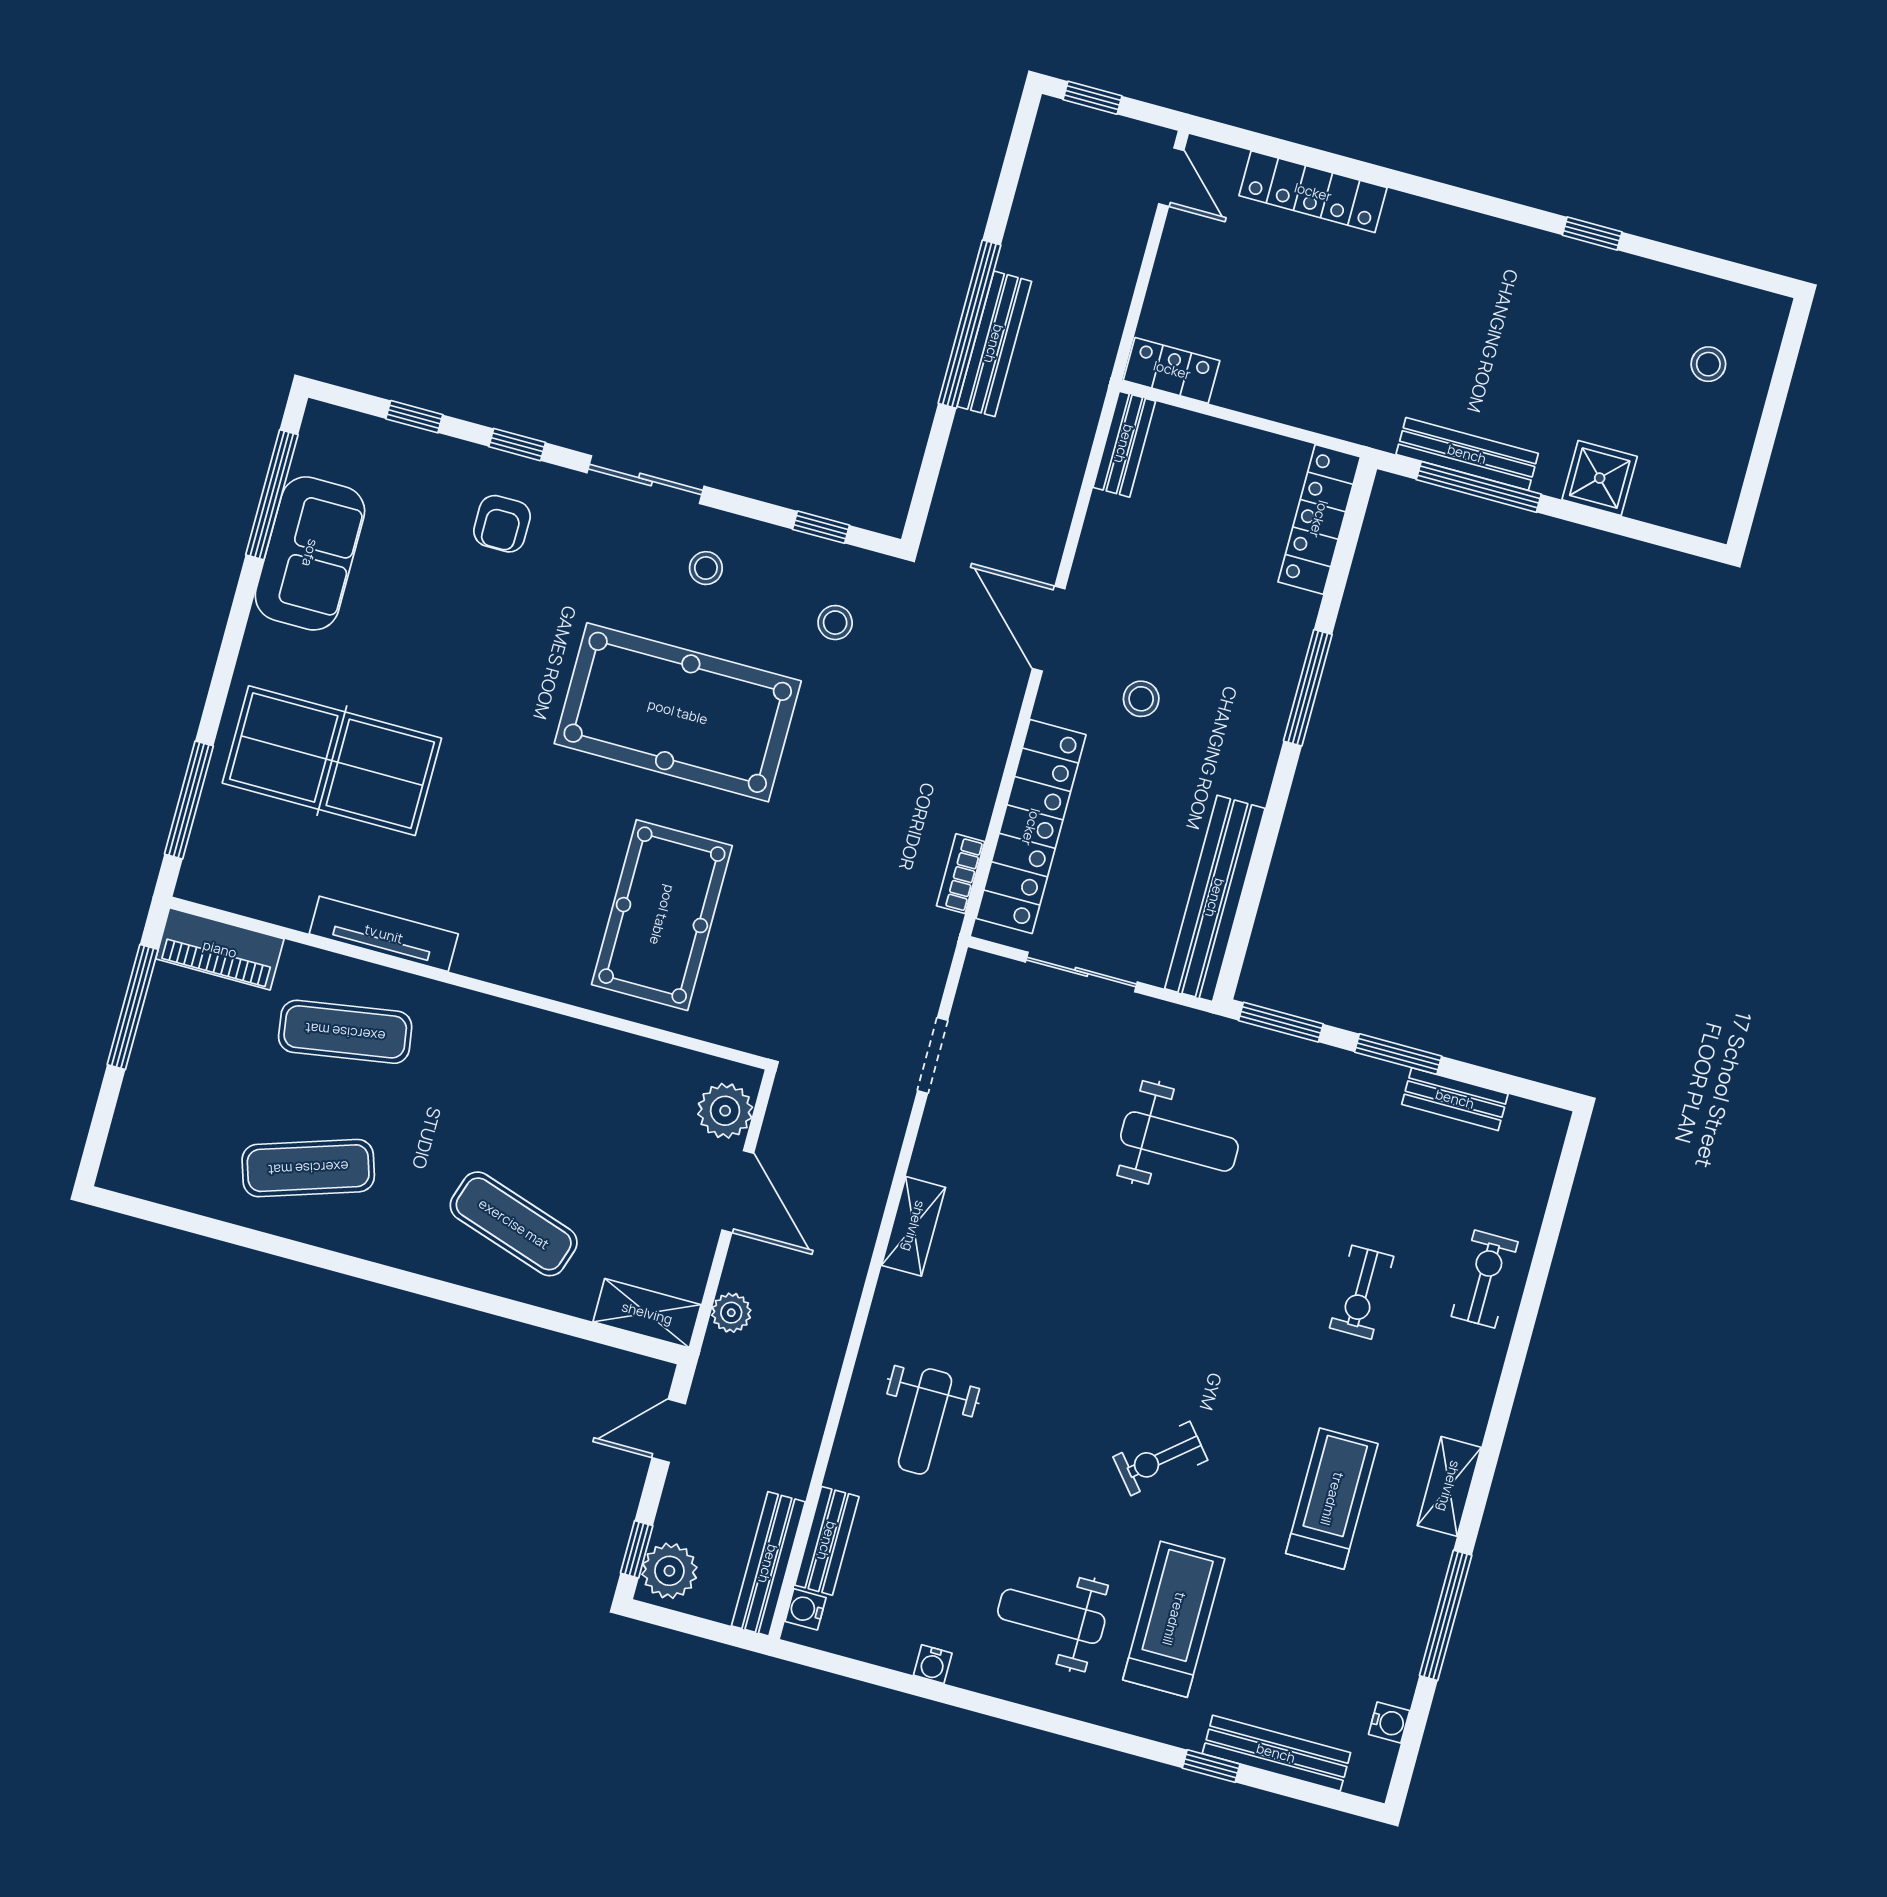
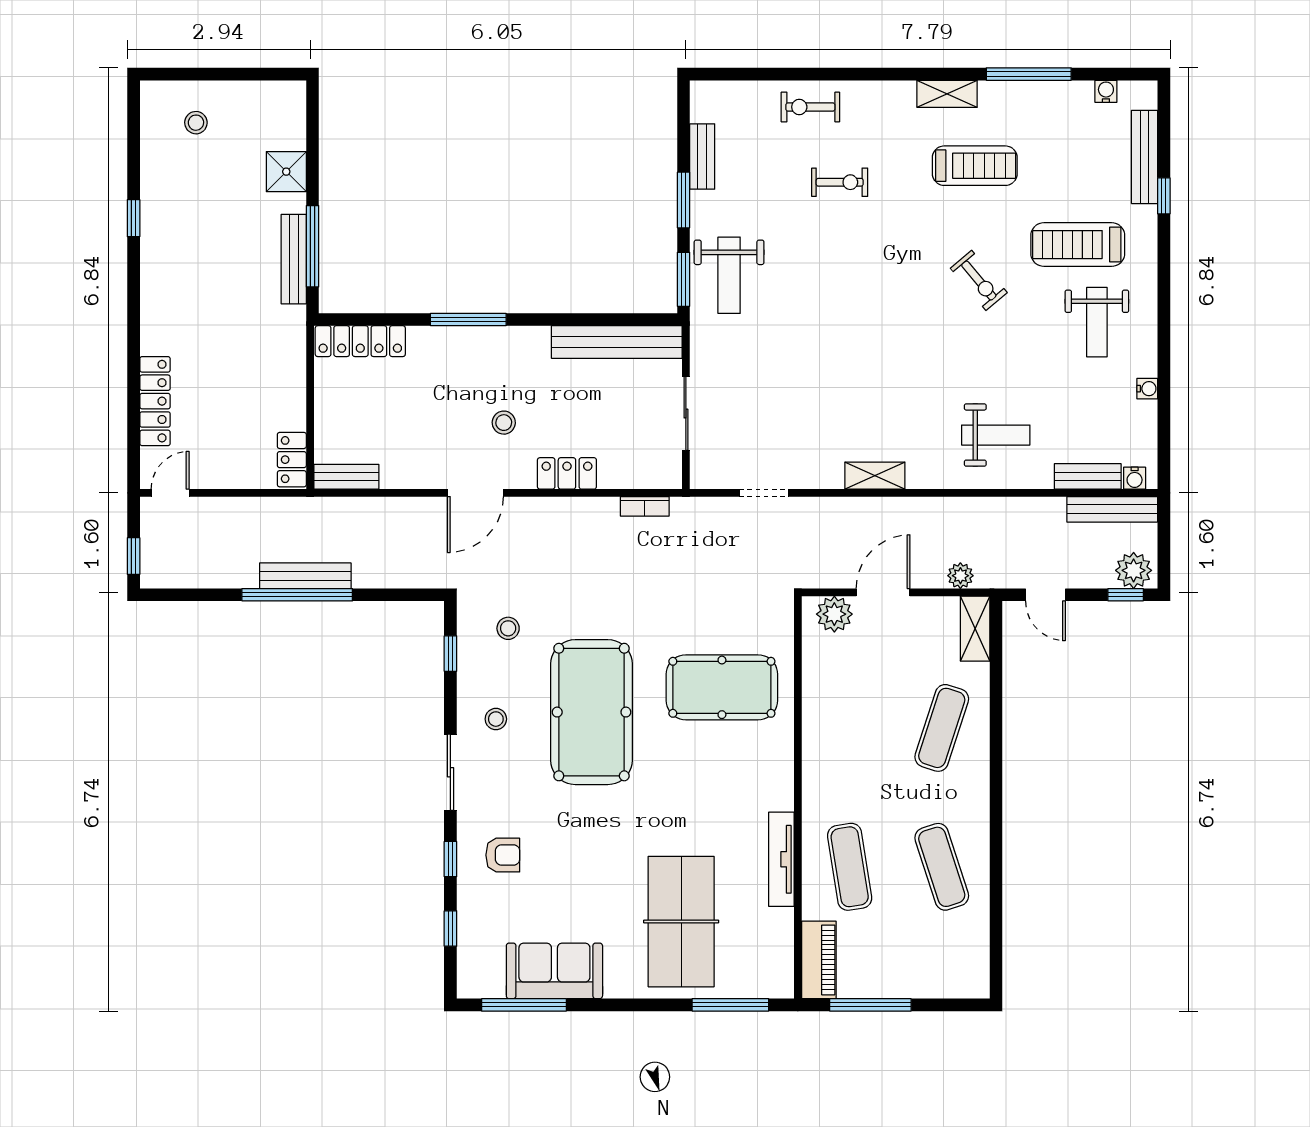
locker: (1031, 827) -> (567, 473), width x0.46, depth x0.83
weight bench: (1179, 1142) -> (729, 275), moved, turned 180
treadmill: (1332, 1499) -> (975, 166), turned 180

